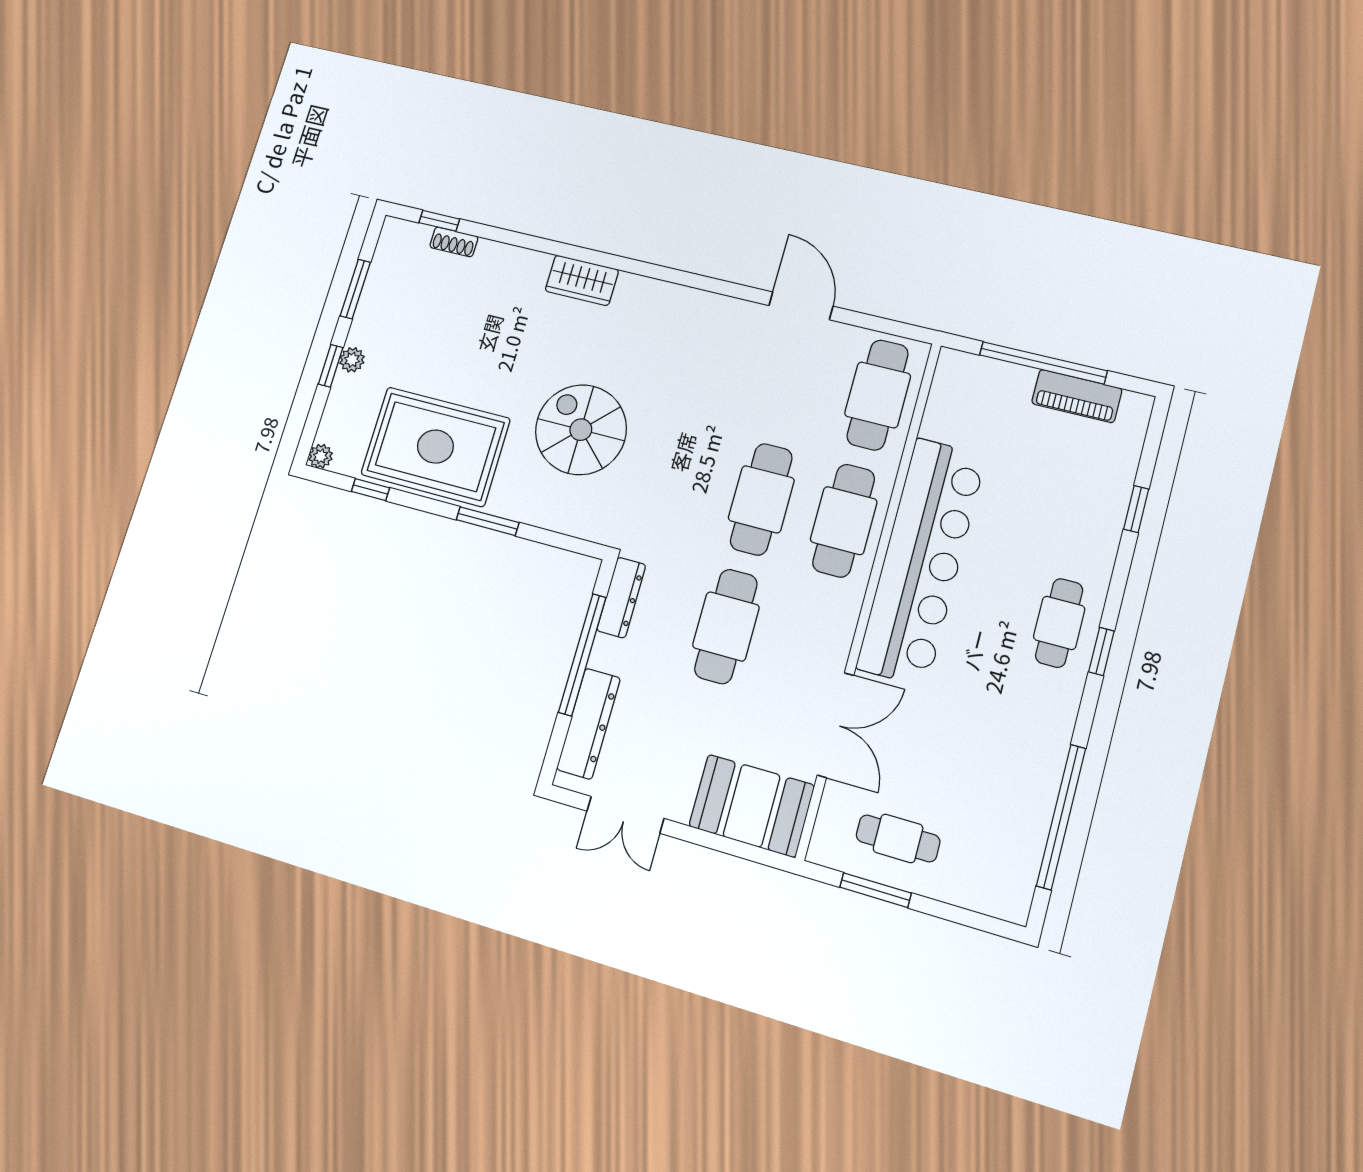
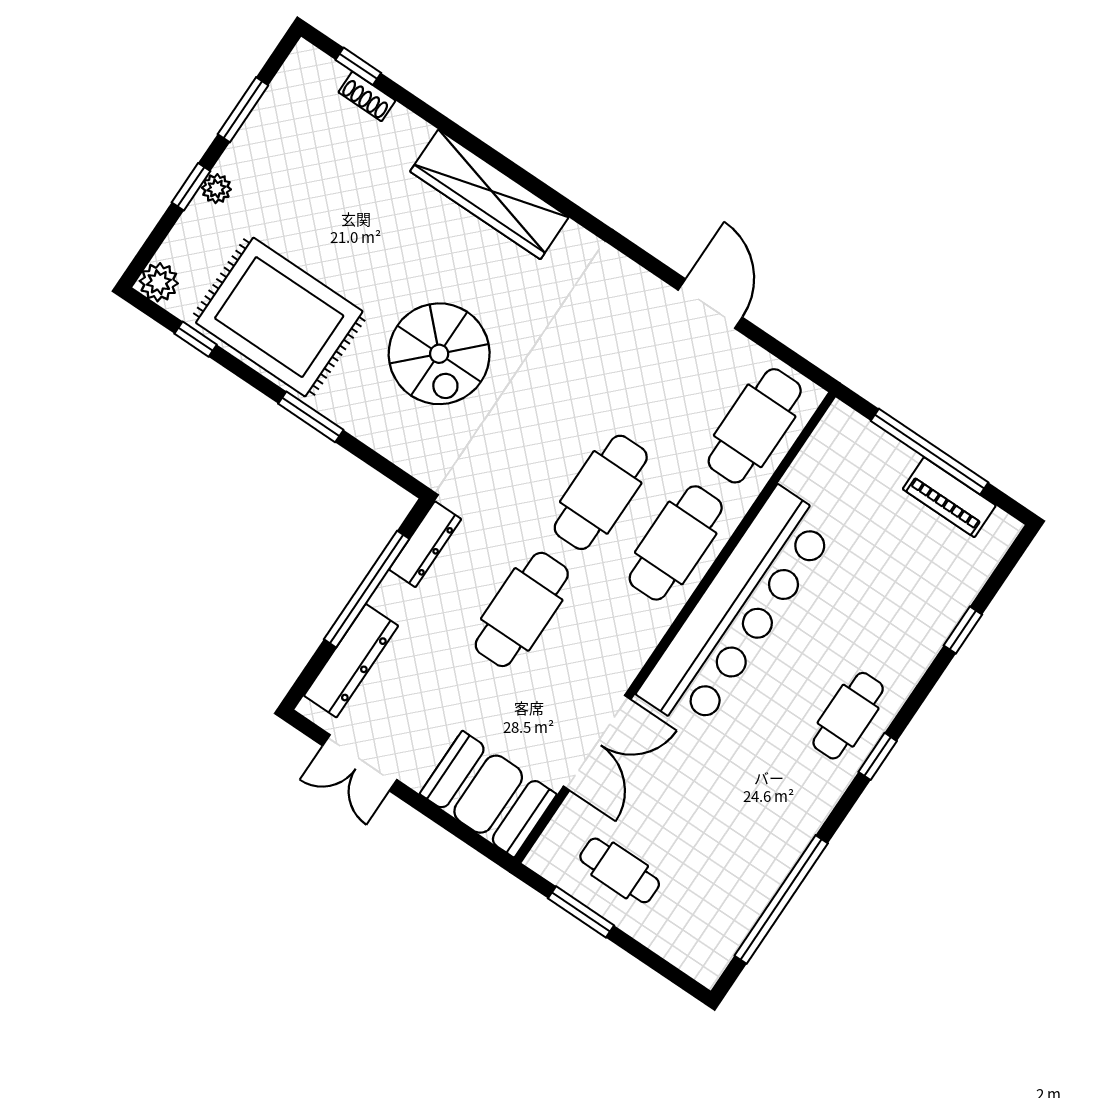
wardrobe: (582, 280) -> (489, 194), width x2.10, depth x1.17
spiral stairs: (581, 430) -> (439, 354), turned 180
plant: (321, 456) -> (159, 282), width x1.38, depth x1.38

